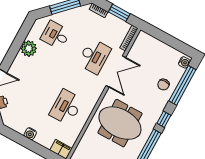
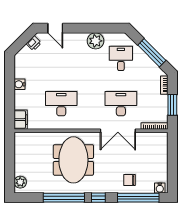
desk: (94, 56) -> (121, 104), turned 180

